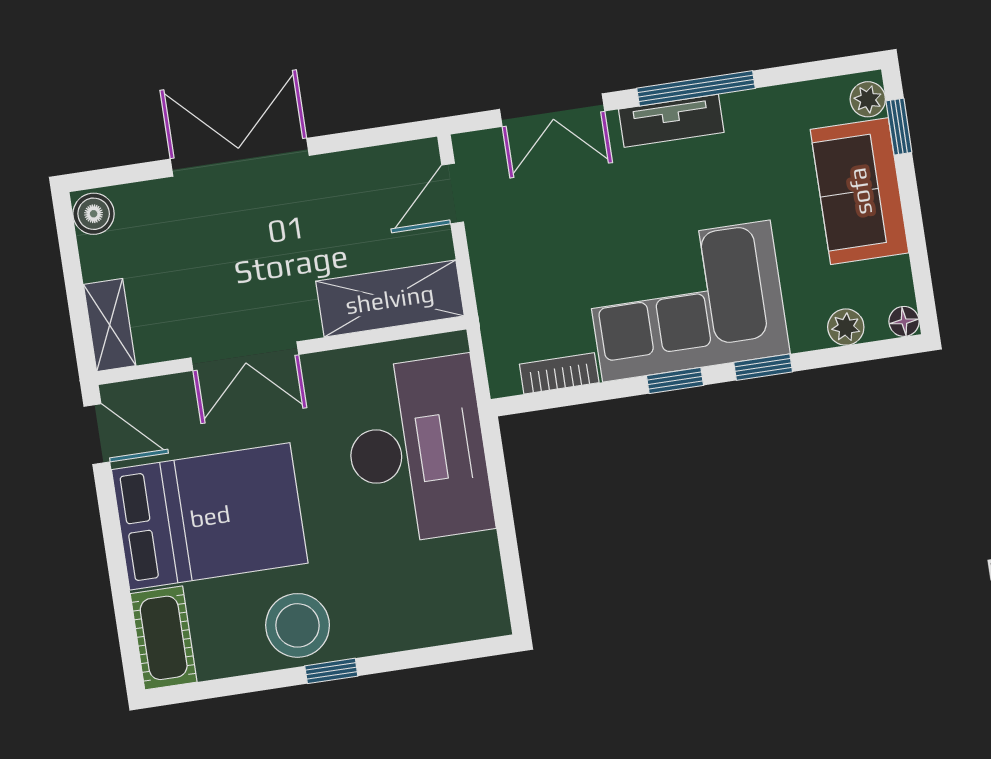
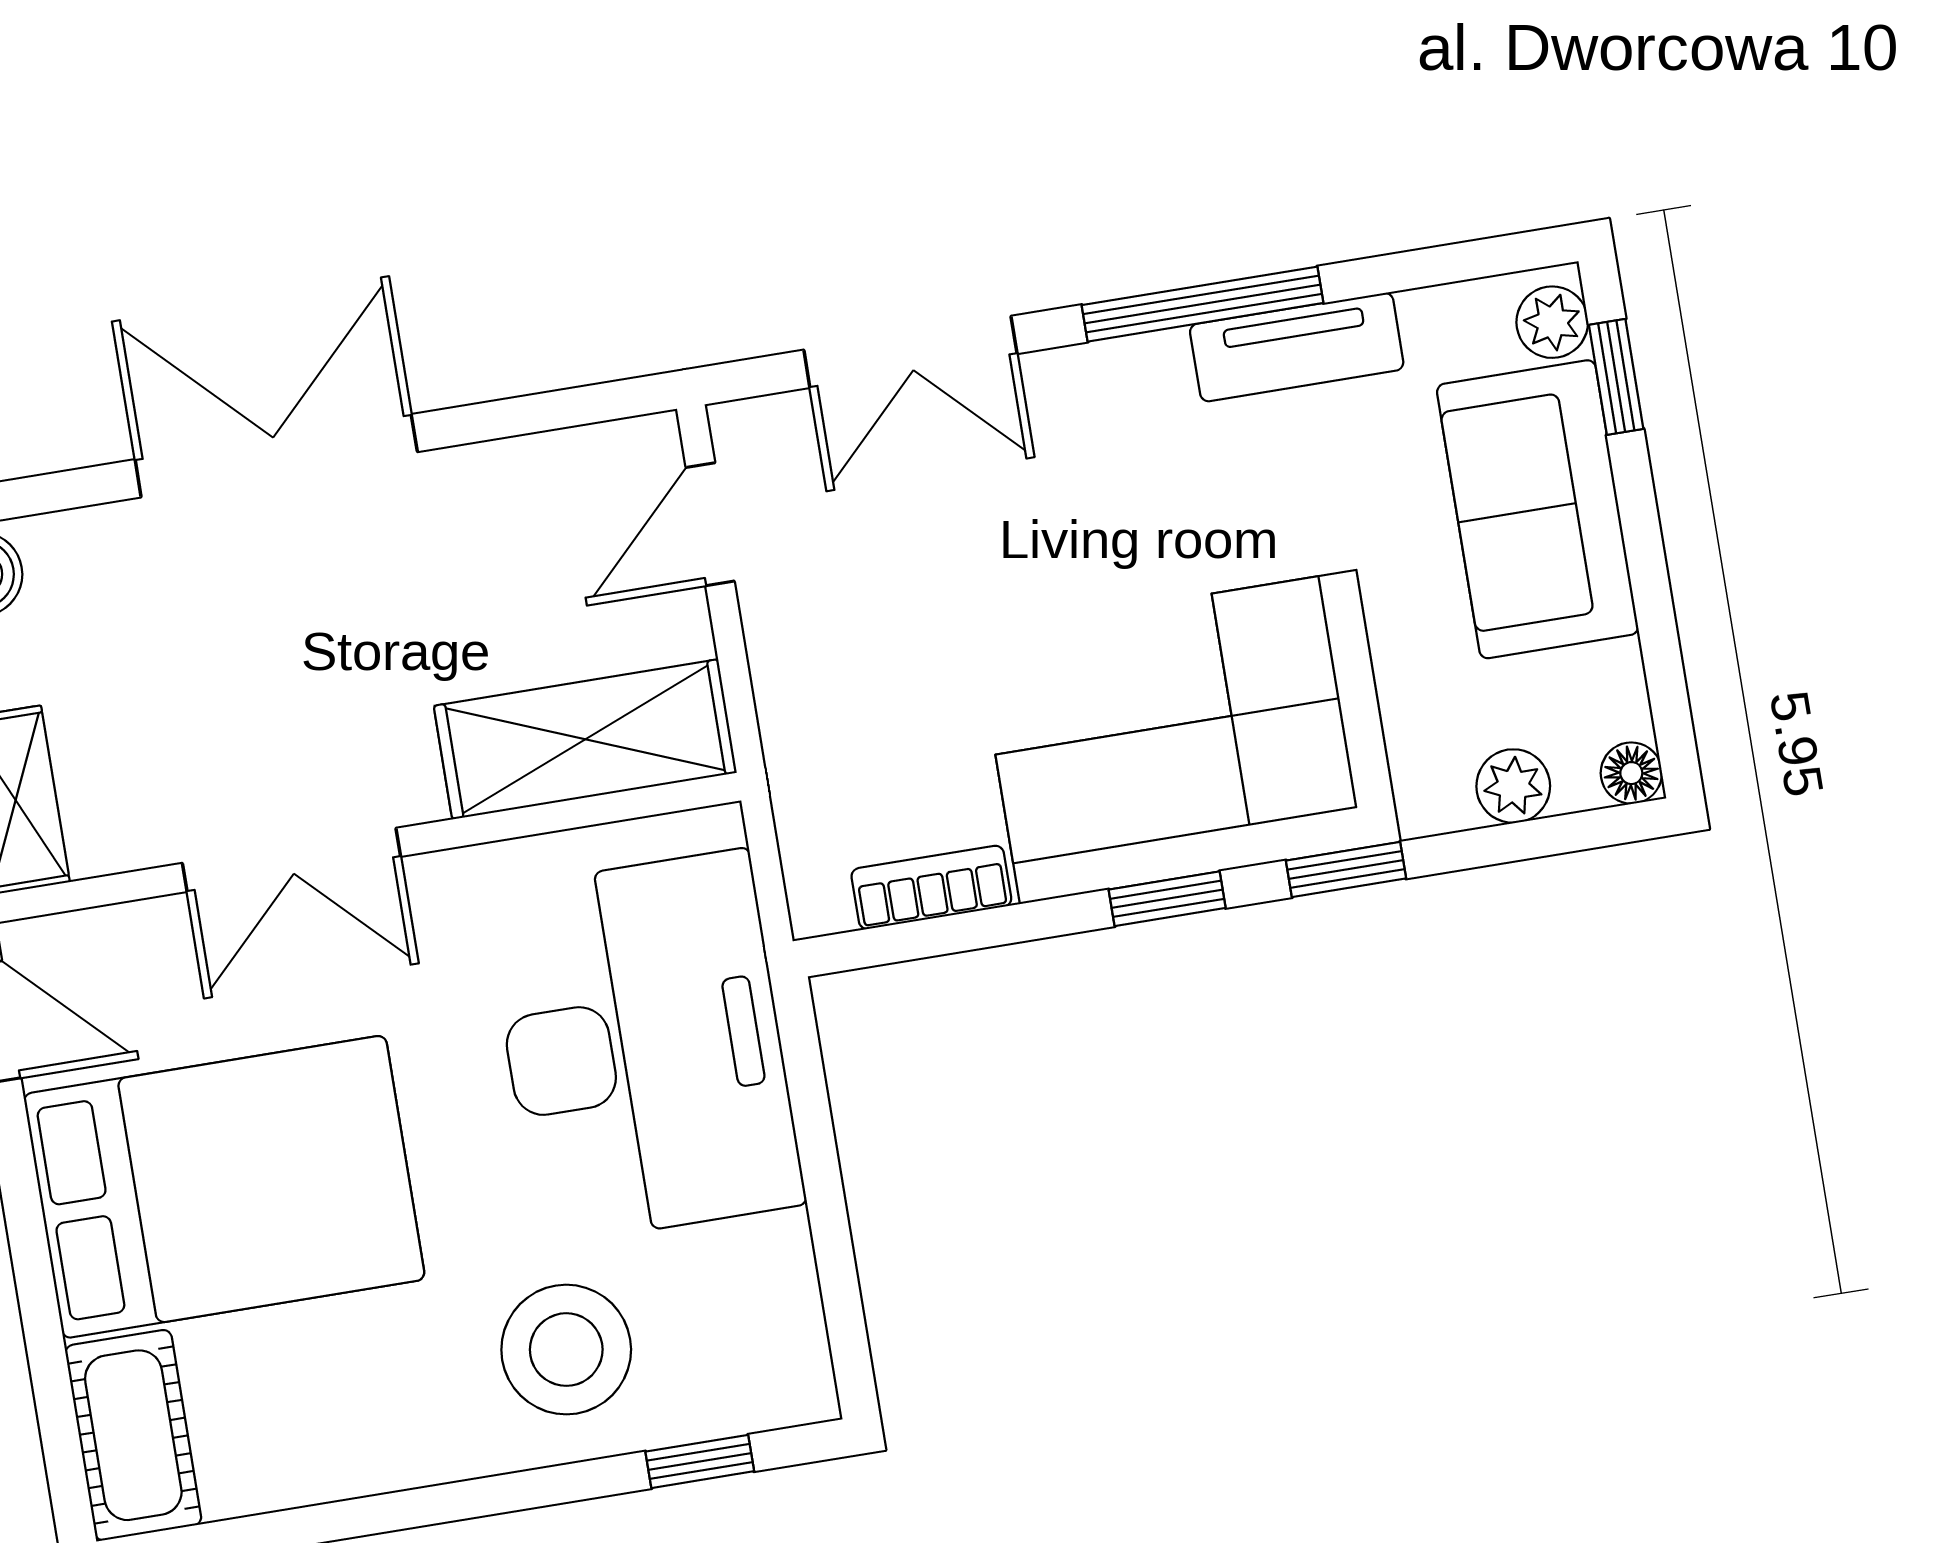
tv unit: (671, 121) -> (1297, 347), moved
stool: (298, 625) -> (566, 1350), moved
window: (331, 671) -> (700, 1461), moved

